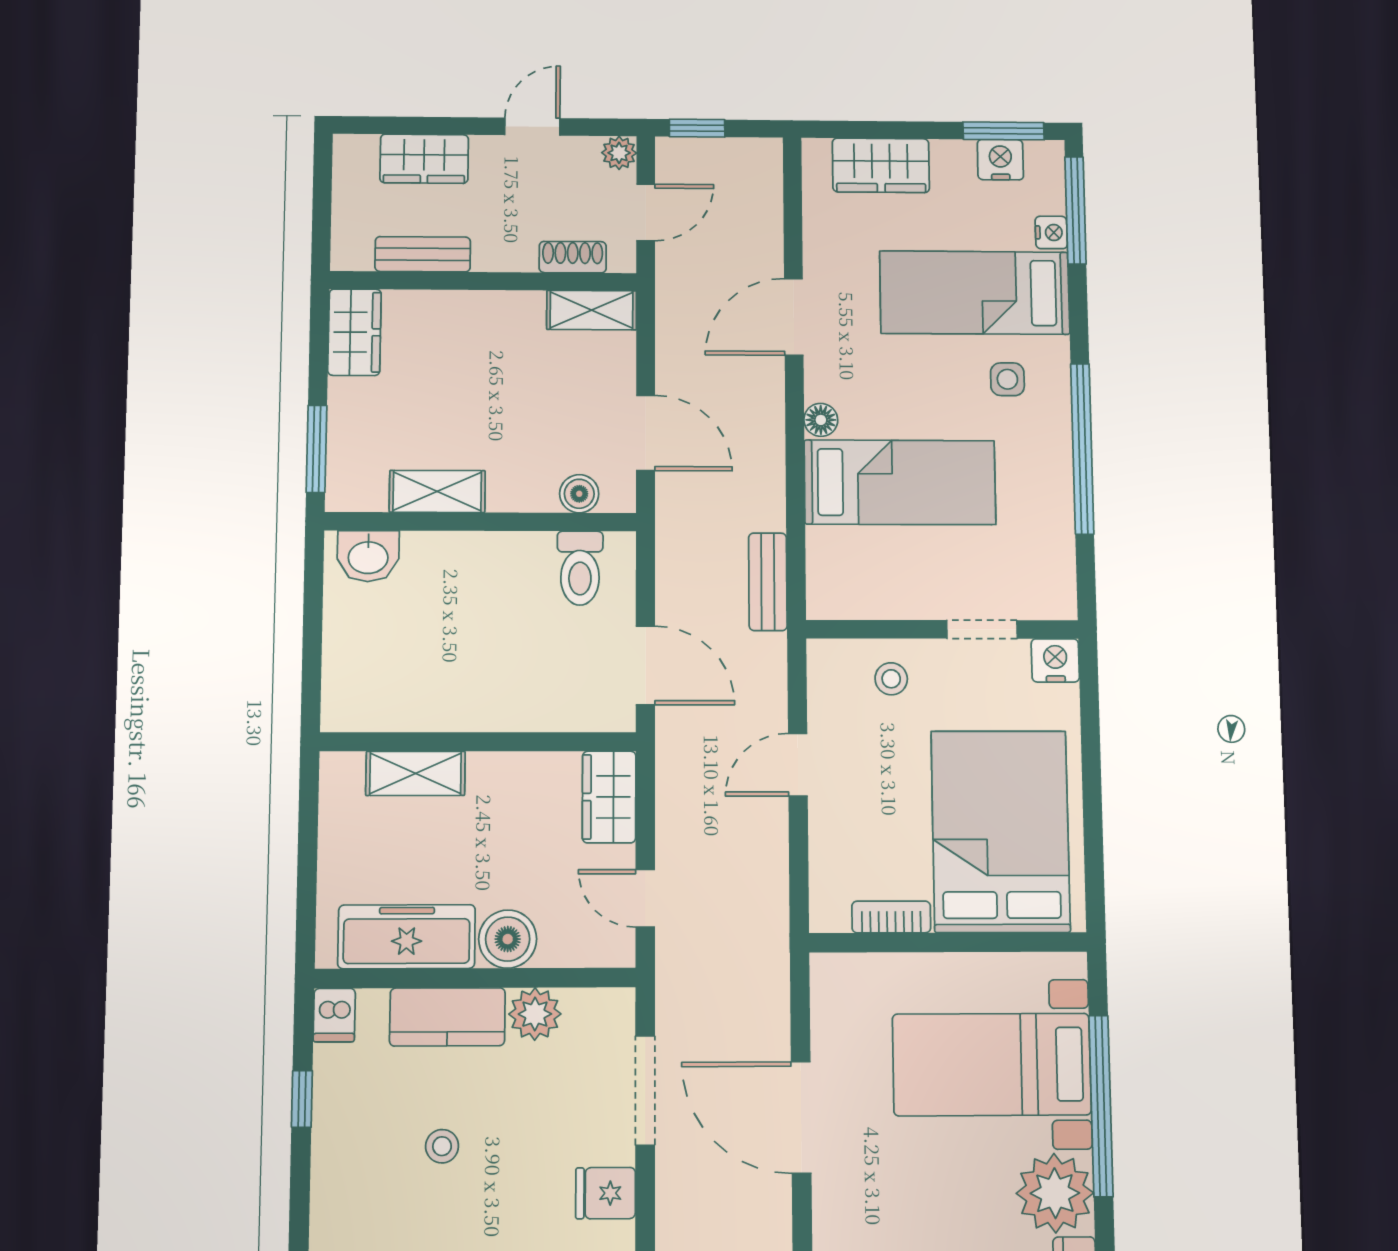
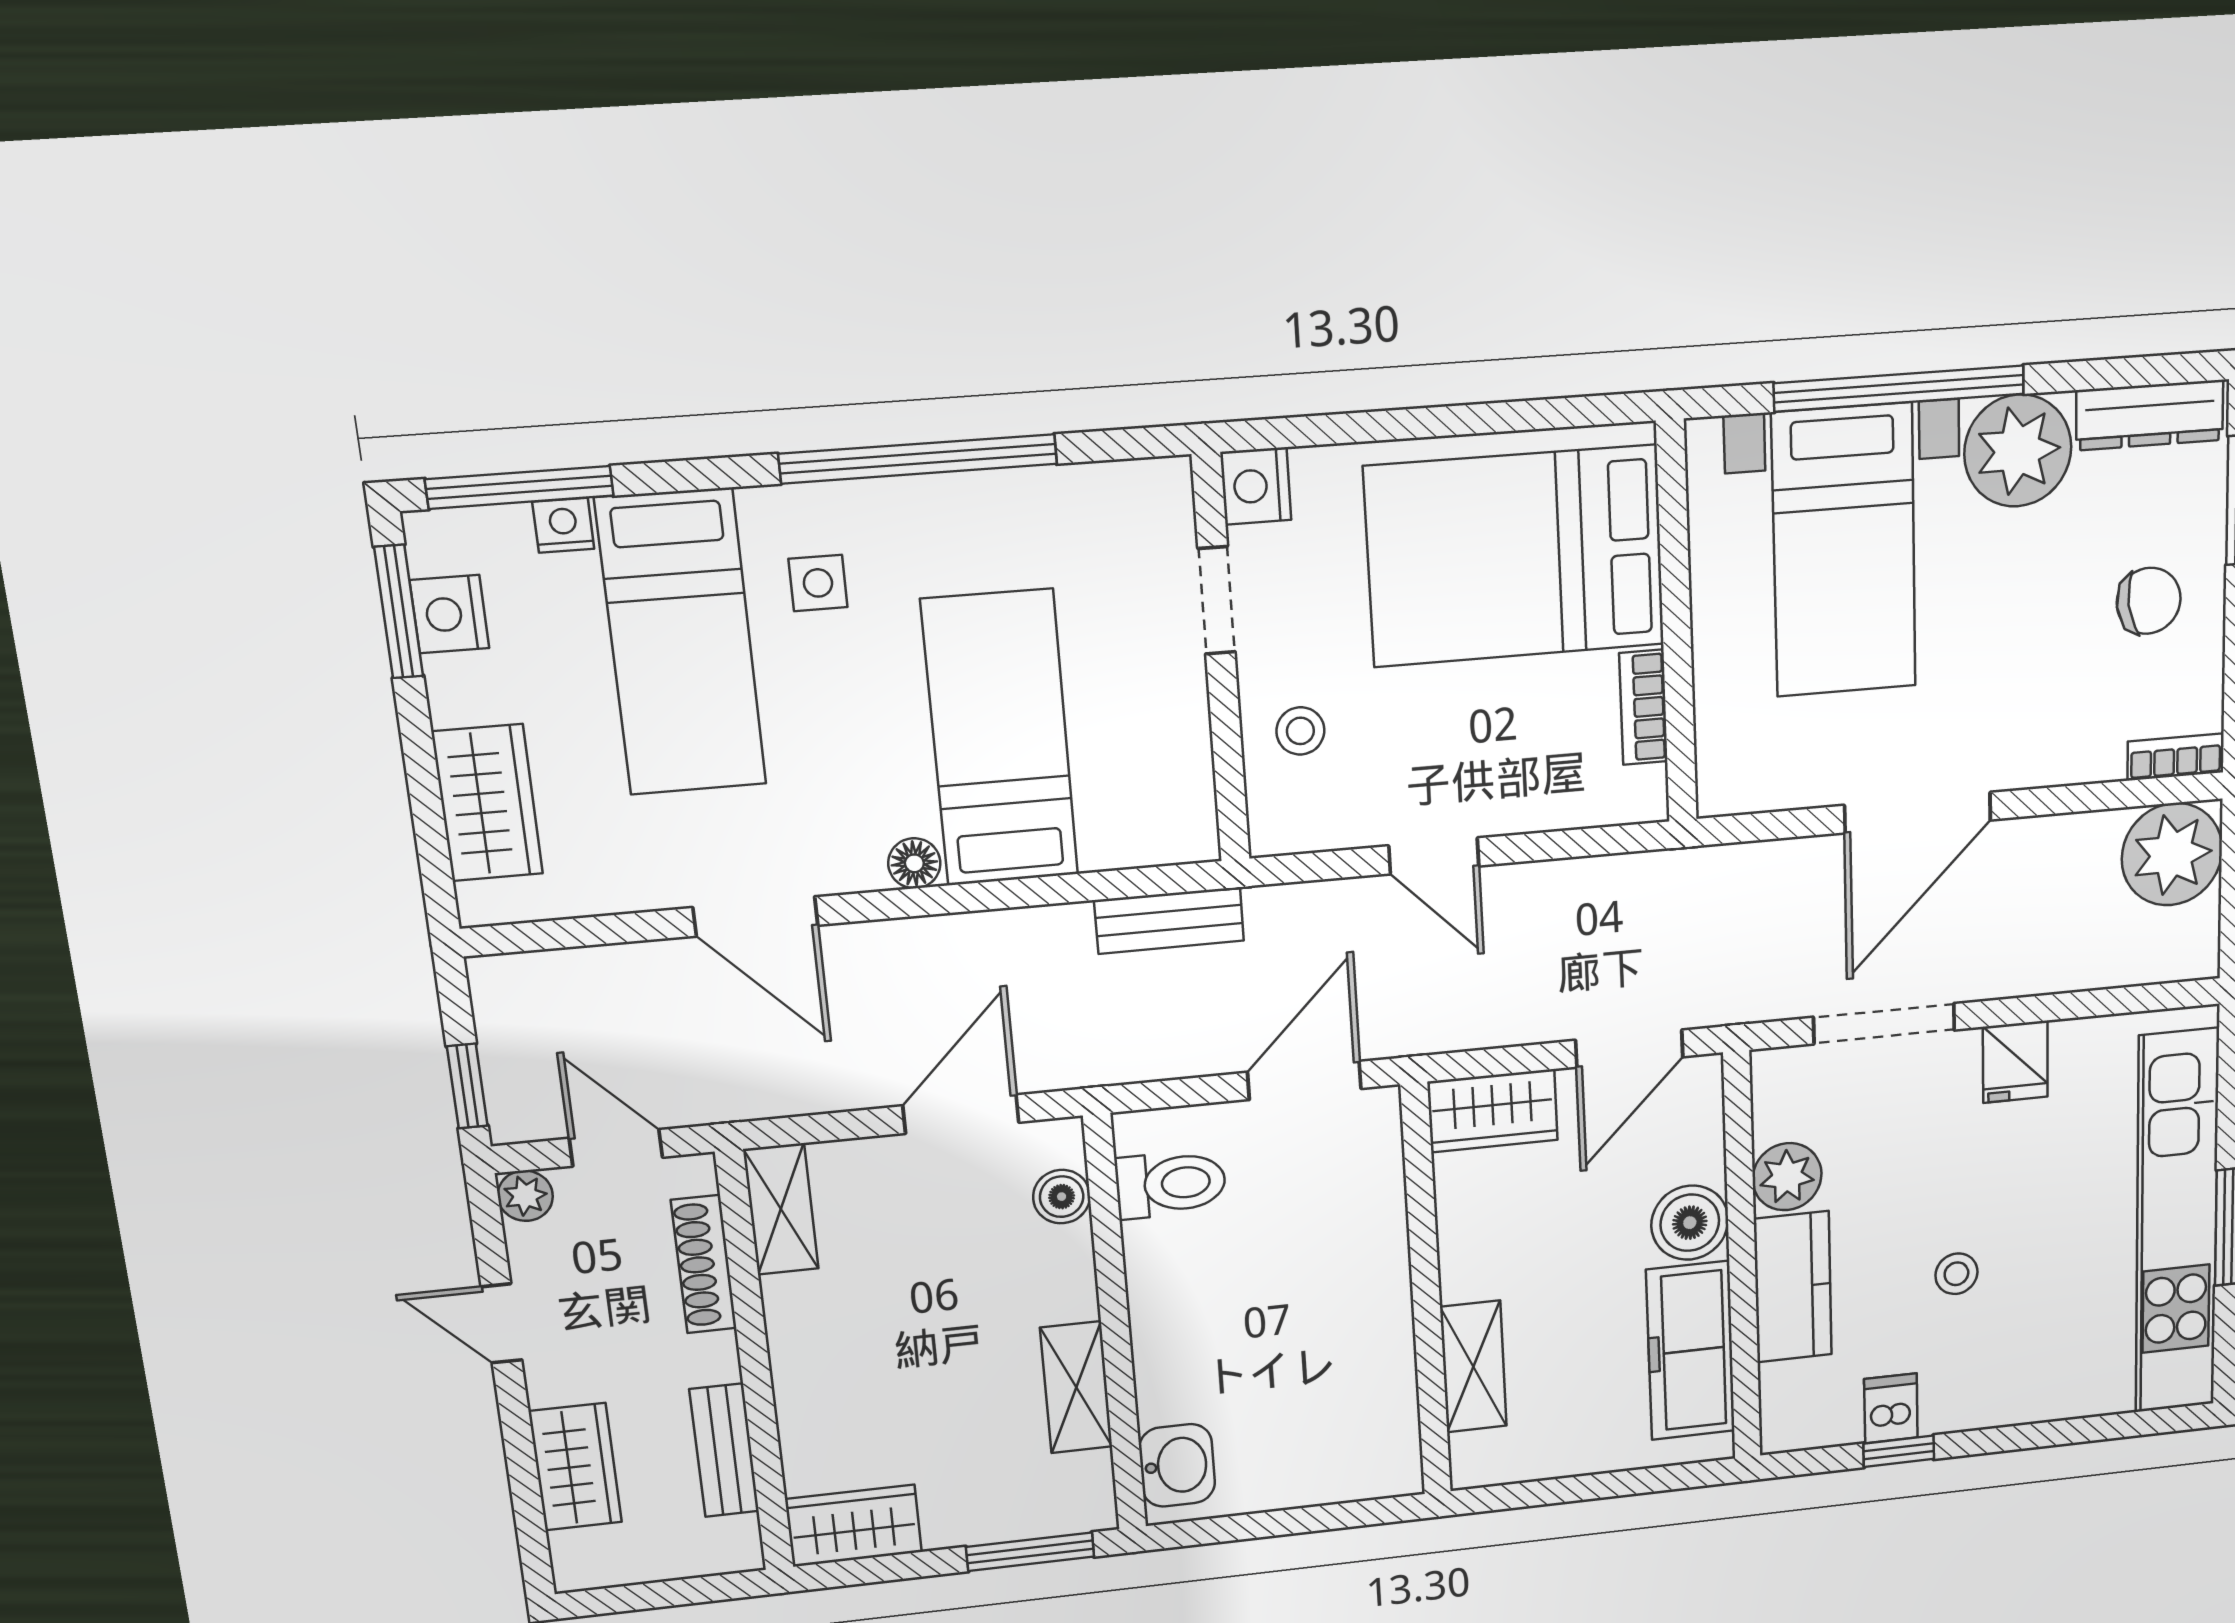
shoe rack: (573, 257) -> (704, 1264), width x1.43
door: (645, 898) -> (1629, 1049), width x1.38
dishwasher: (334, 1015) -> (1891, 1408), moved, turned -90

